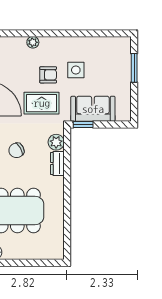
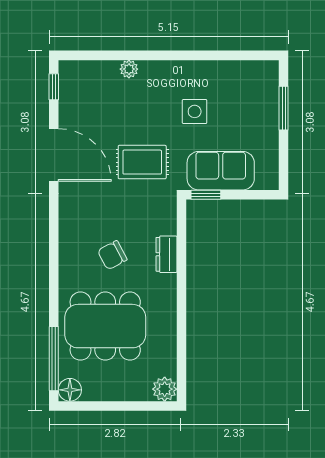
armchair: (48, 75) -> (152, 119), removed
plant: (56, 142) -> (165, 389), moved
chair: (16, 150) -> (112, 255), moved

